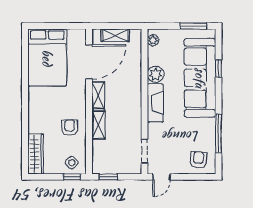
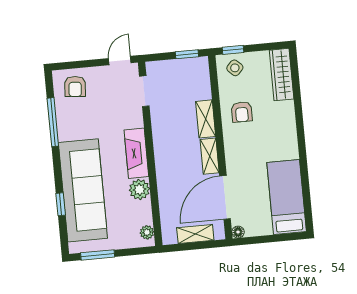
floor lamp: (81, 34) -> (238, 232), added
bed: (47, 58) -> (287, 197), width x0.67

